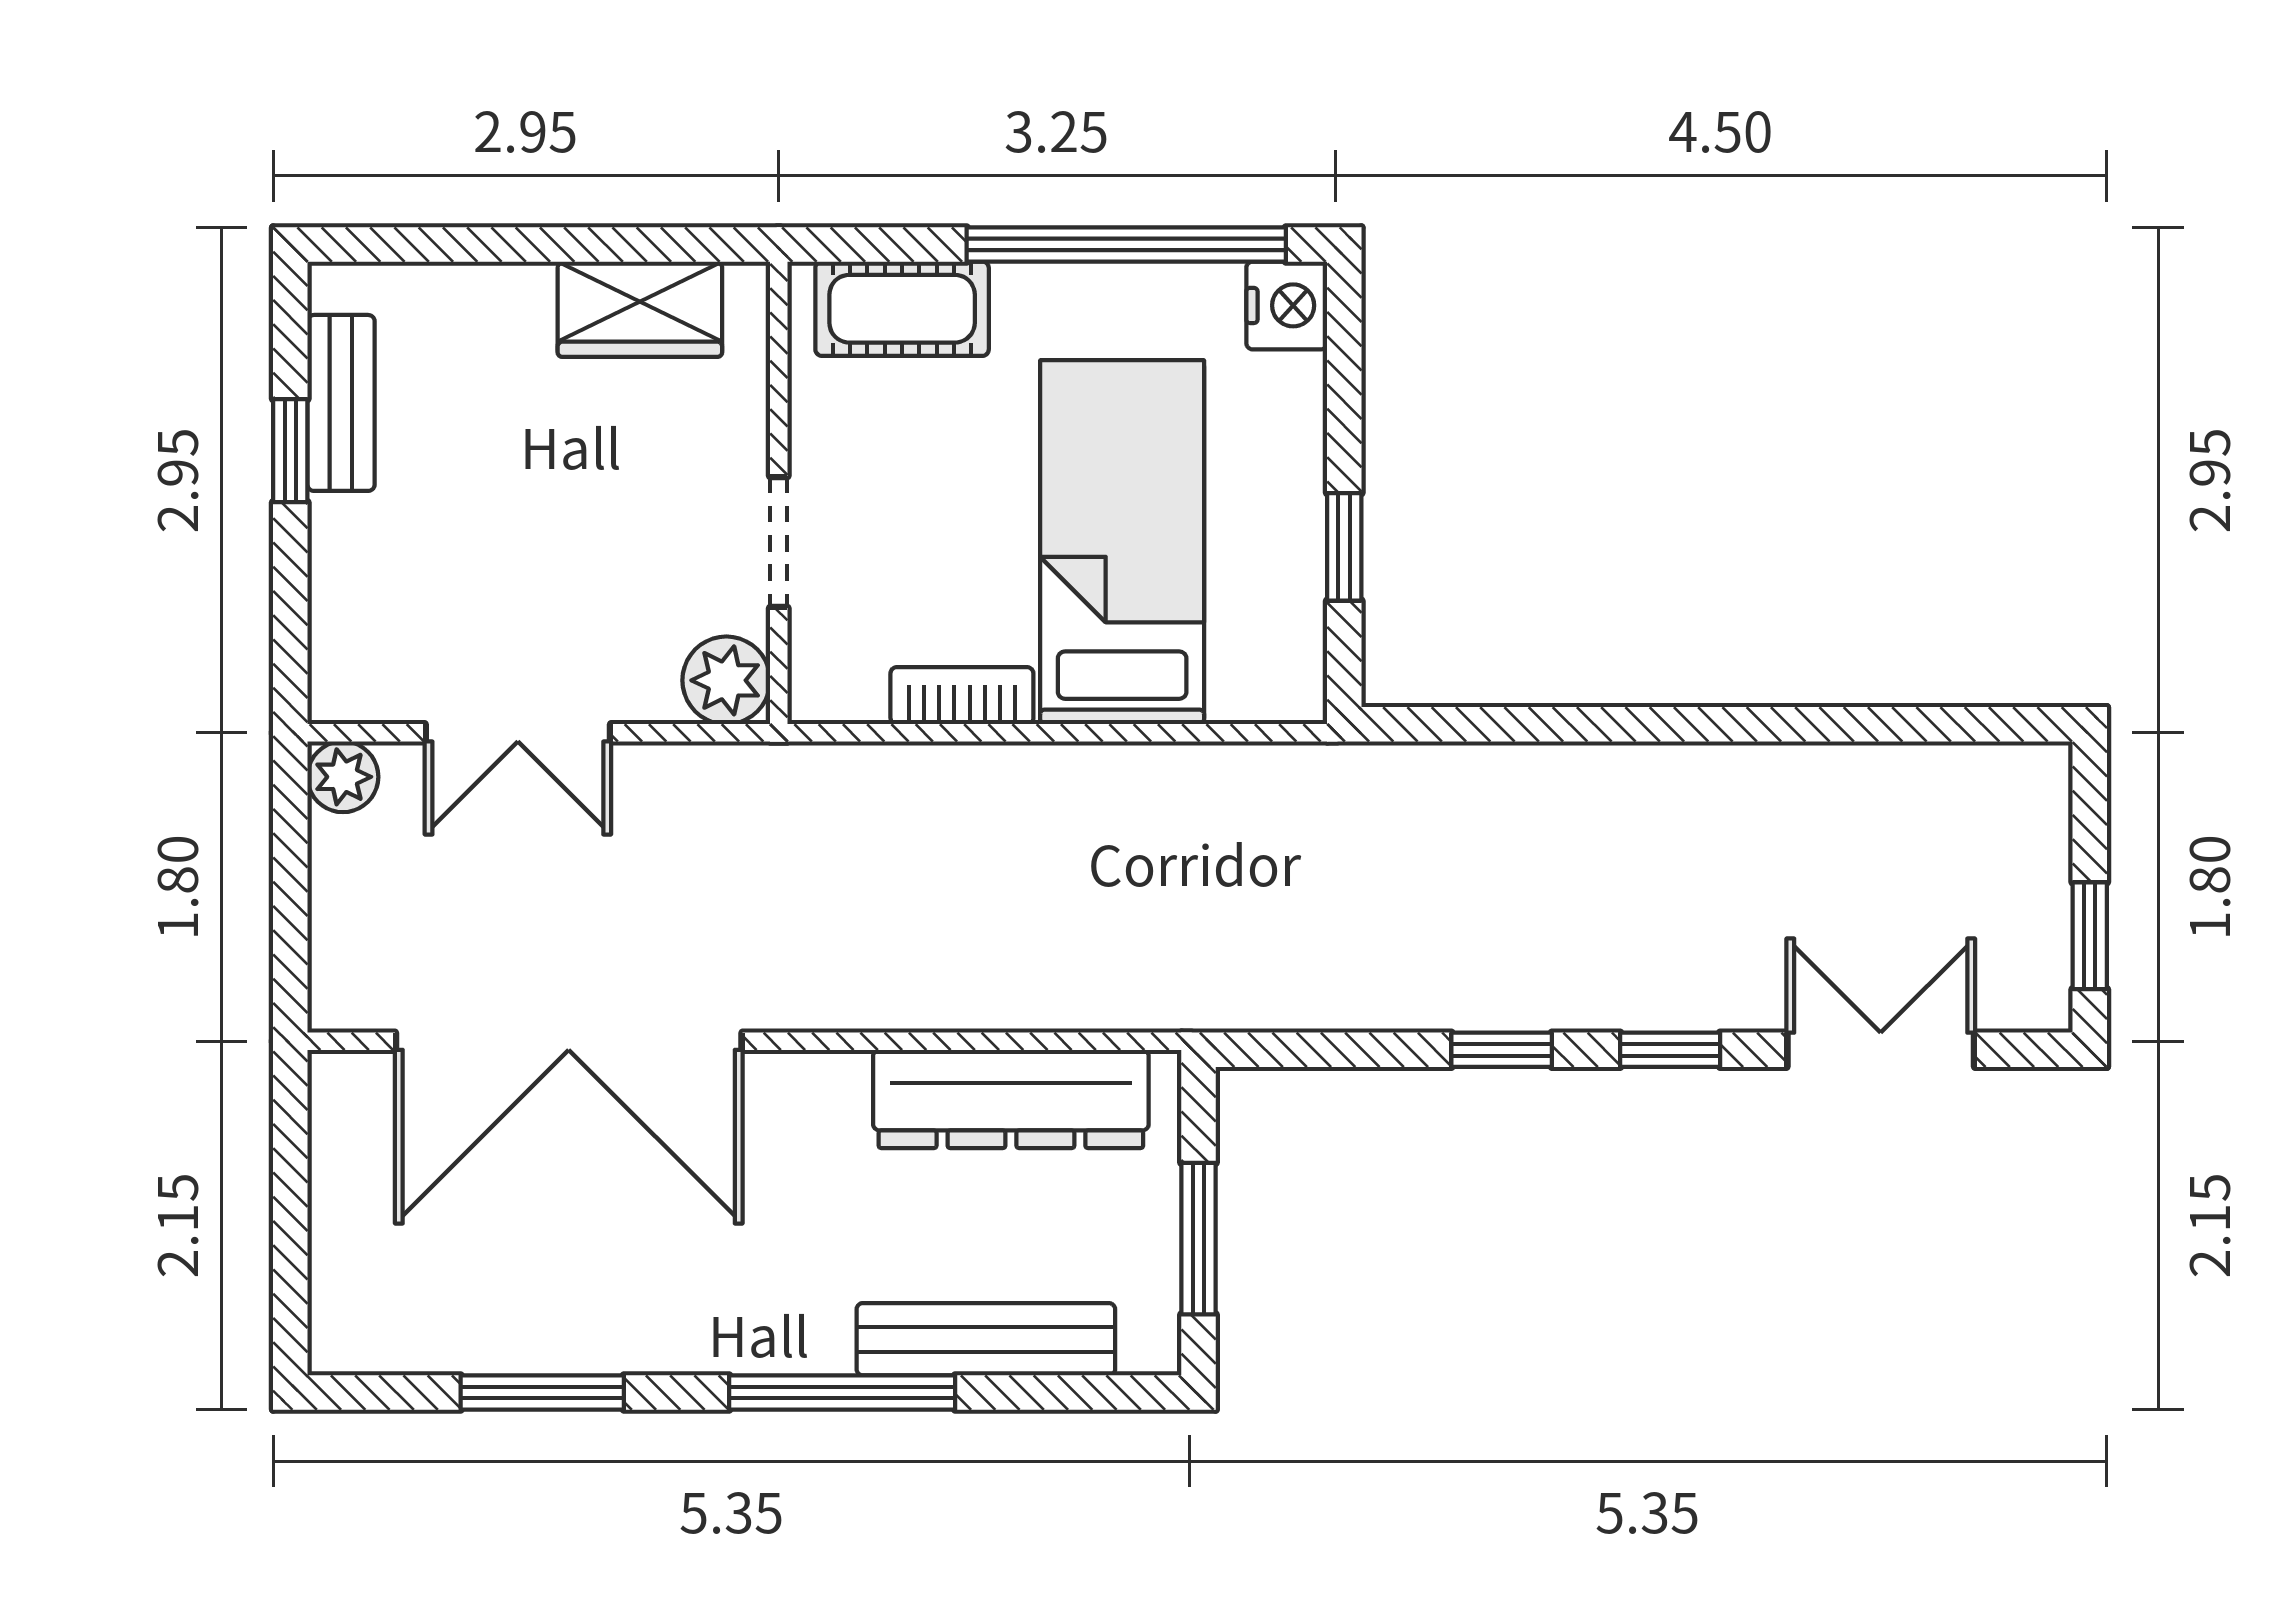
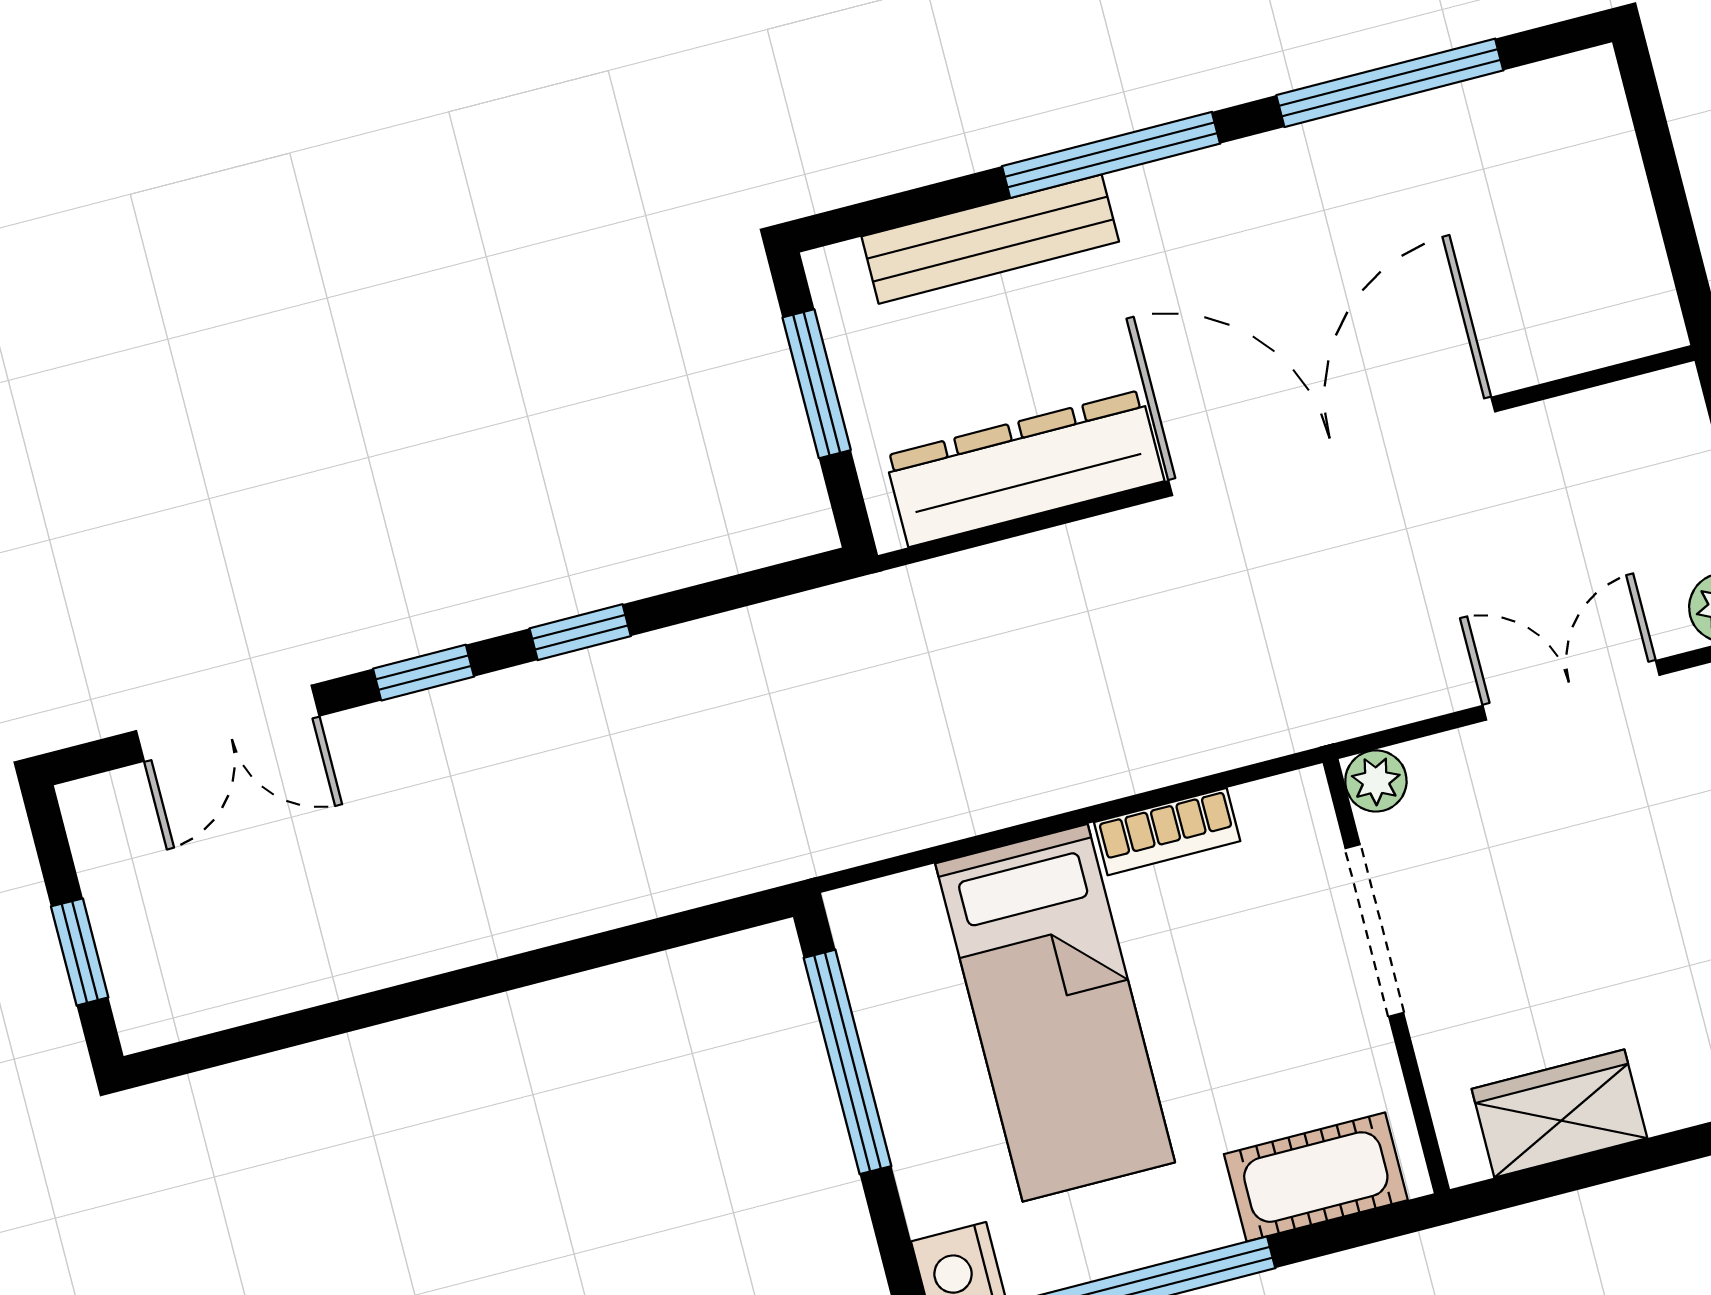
doorway: (779, 542) -> (1374, 930), width x1.38
window: (1344, 547) -> (848, 1062), width x2.17
plant: (726, 680) -> (1376, 781), width x0.73, depth x0.73
window: (2090, 936) -> (80, 952), moved
double door: (569, 1041) -> (1332, 446), moved
window: (542, 1393) -> (1390, 83), width x1.44

